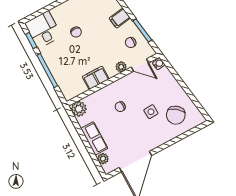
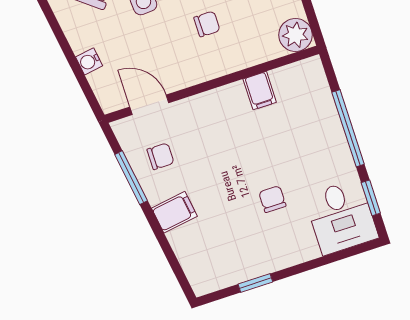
water cooler: (159, 64) -> (89, 61), moved
plant: (121, 67) -> (190, 108), removed
filing cabinet: (96, 78) -> (260, 91), width x0.50

